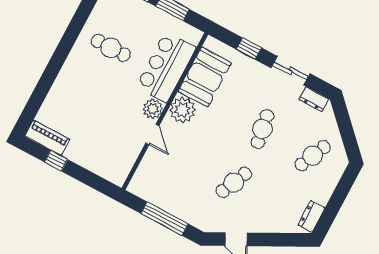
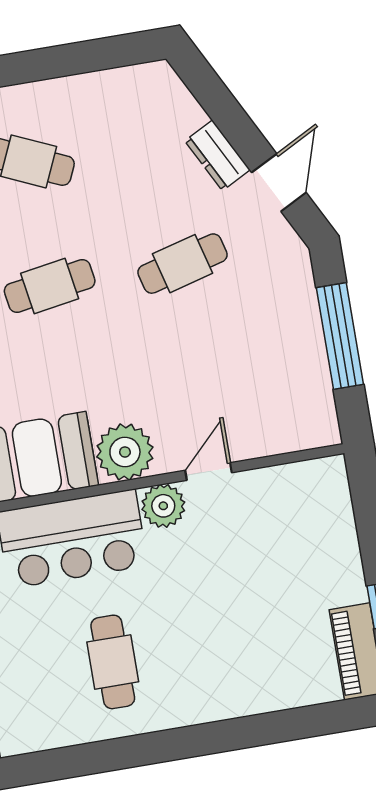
cafe table: (234, 182) -> (182, 264), turned -39
dresser: (311, 216) -> (217, 155), moved, turned 63

